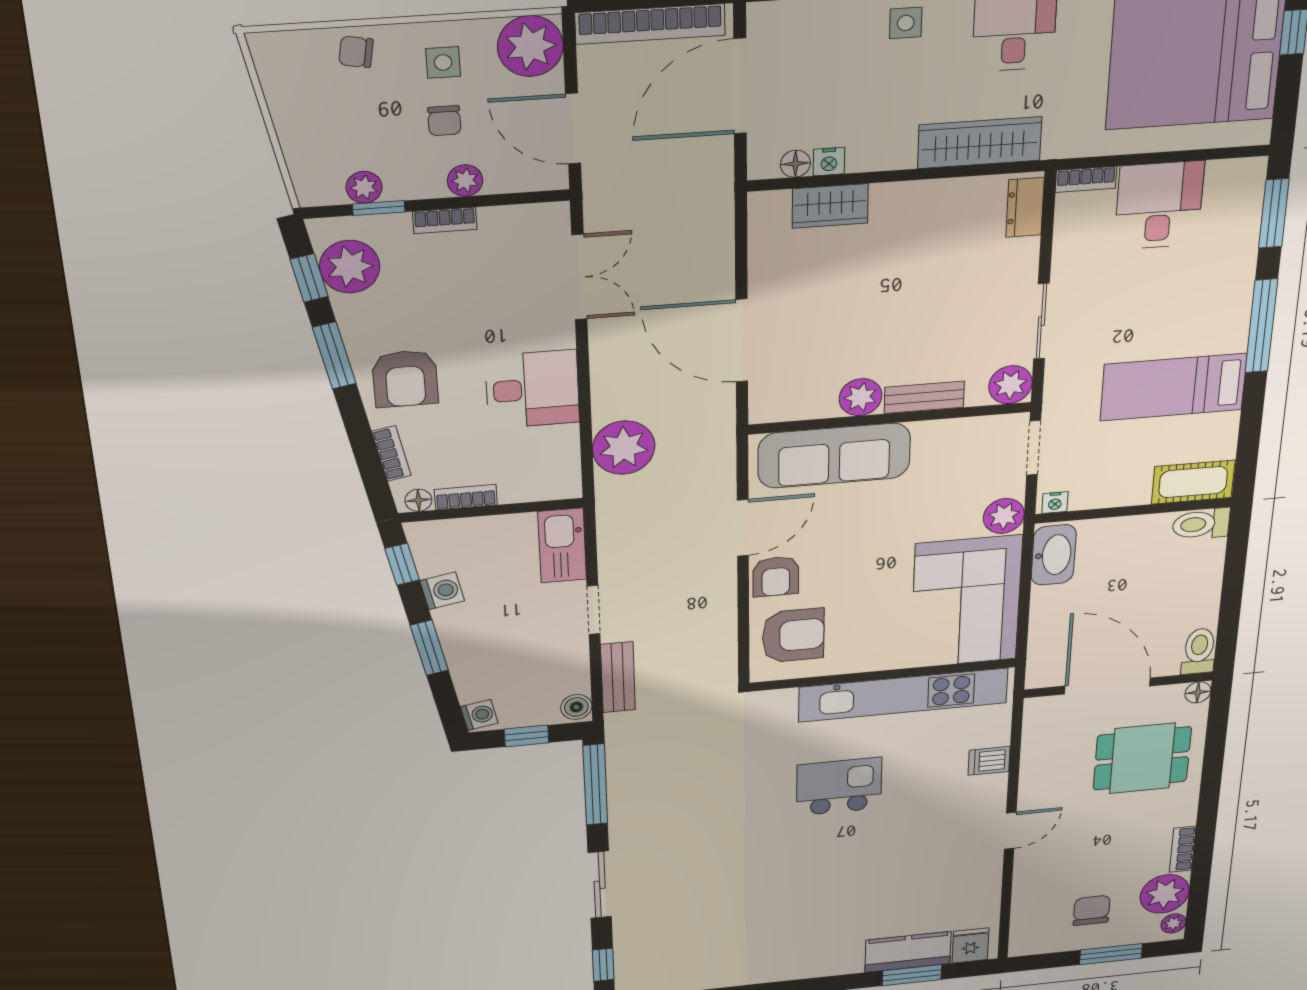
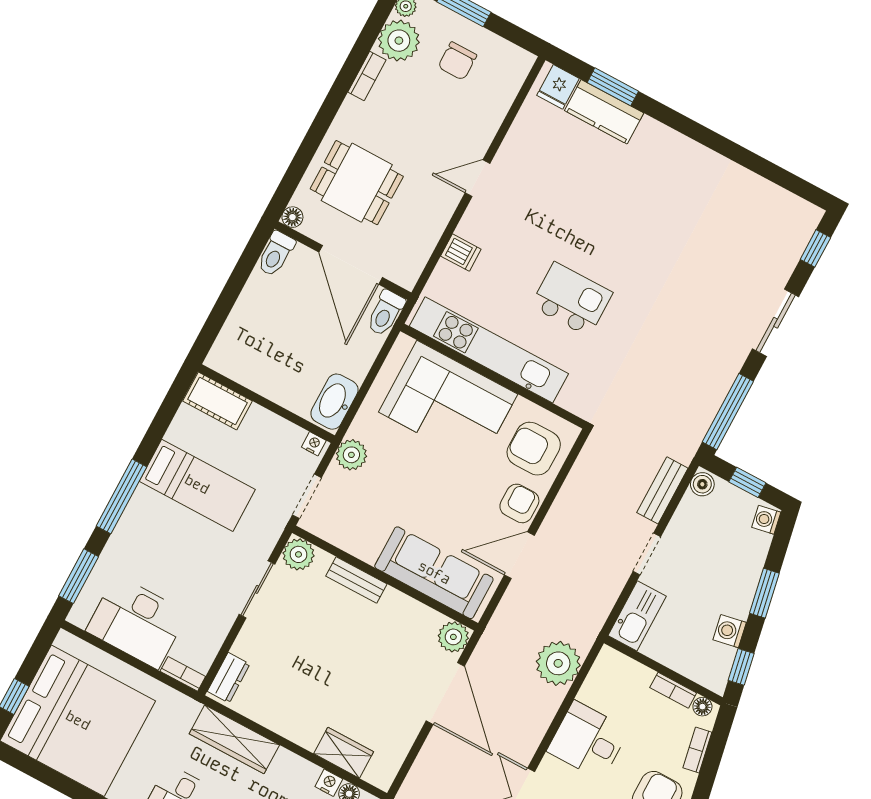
desk: (1159, 205) -> (137, 622), width x1.37
plant: (861, 397) -> (453, 637), moved
toilet: (1201, 524) -> (385, 313), moved, turned 90
corner sofa: (966, 602) -> (448, 403), moved, turned 90
kitchen island: (839, 787) -> (572, 299), turned 180

